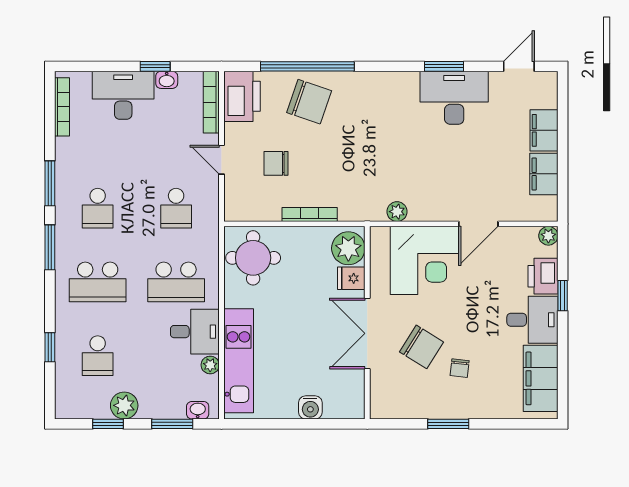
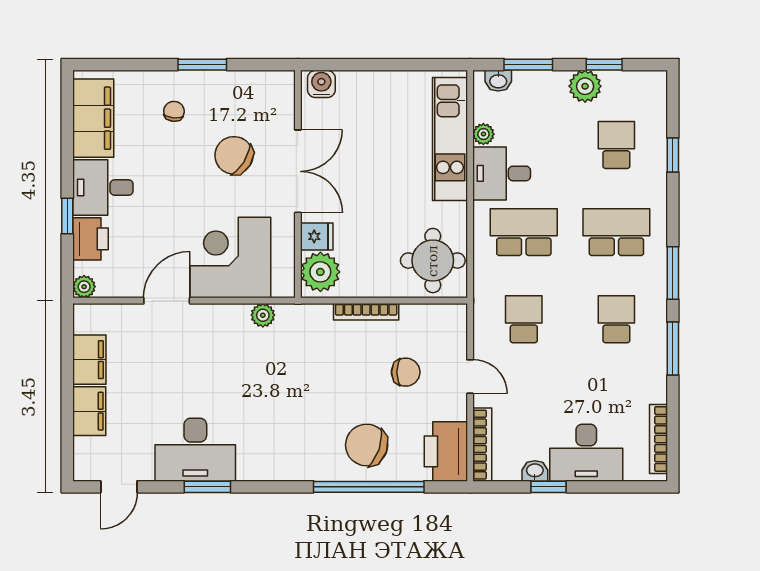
chair: (460, 368) -> (174, 111), moved
water cooler: (310, 407) -> (321, 84), moved

